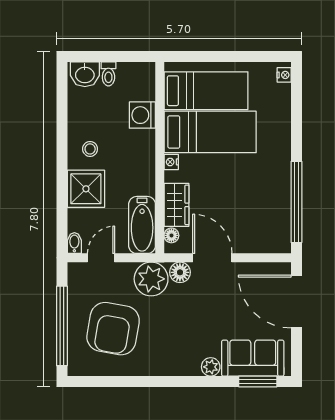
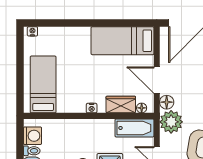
washing machine: (142, 115) -> (33, 136), moved, turned -90
bed: (210, 132) -> (123, 41), moved, turned -90
window: (296, 202) -> (119, 23), removed
door: (212, 258) -> (157, 80), hinge flipped

